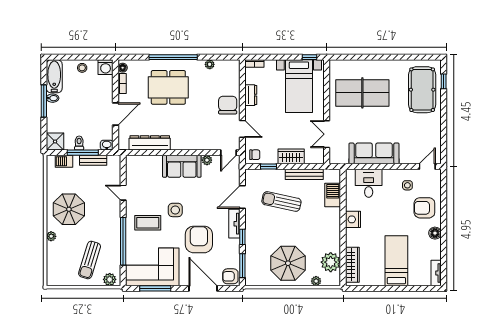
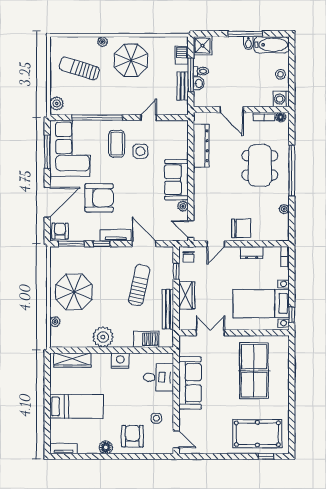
washbasin: (107, 145) -> (199, 83), moved
side table: (175, 210) -> (140, 151), moved
sun lounger: (90, 260) -> (79, 68), moved
plant: (331, 262) -> (103, 337), moved

